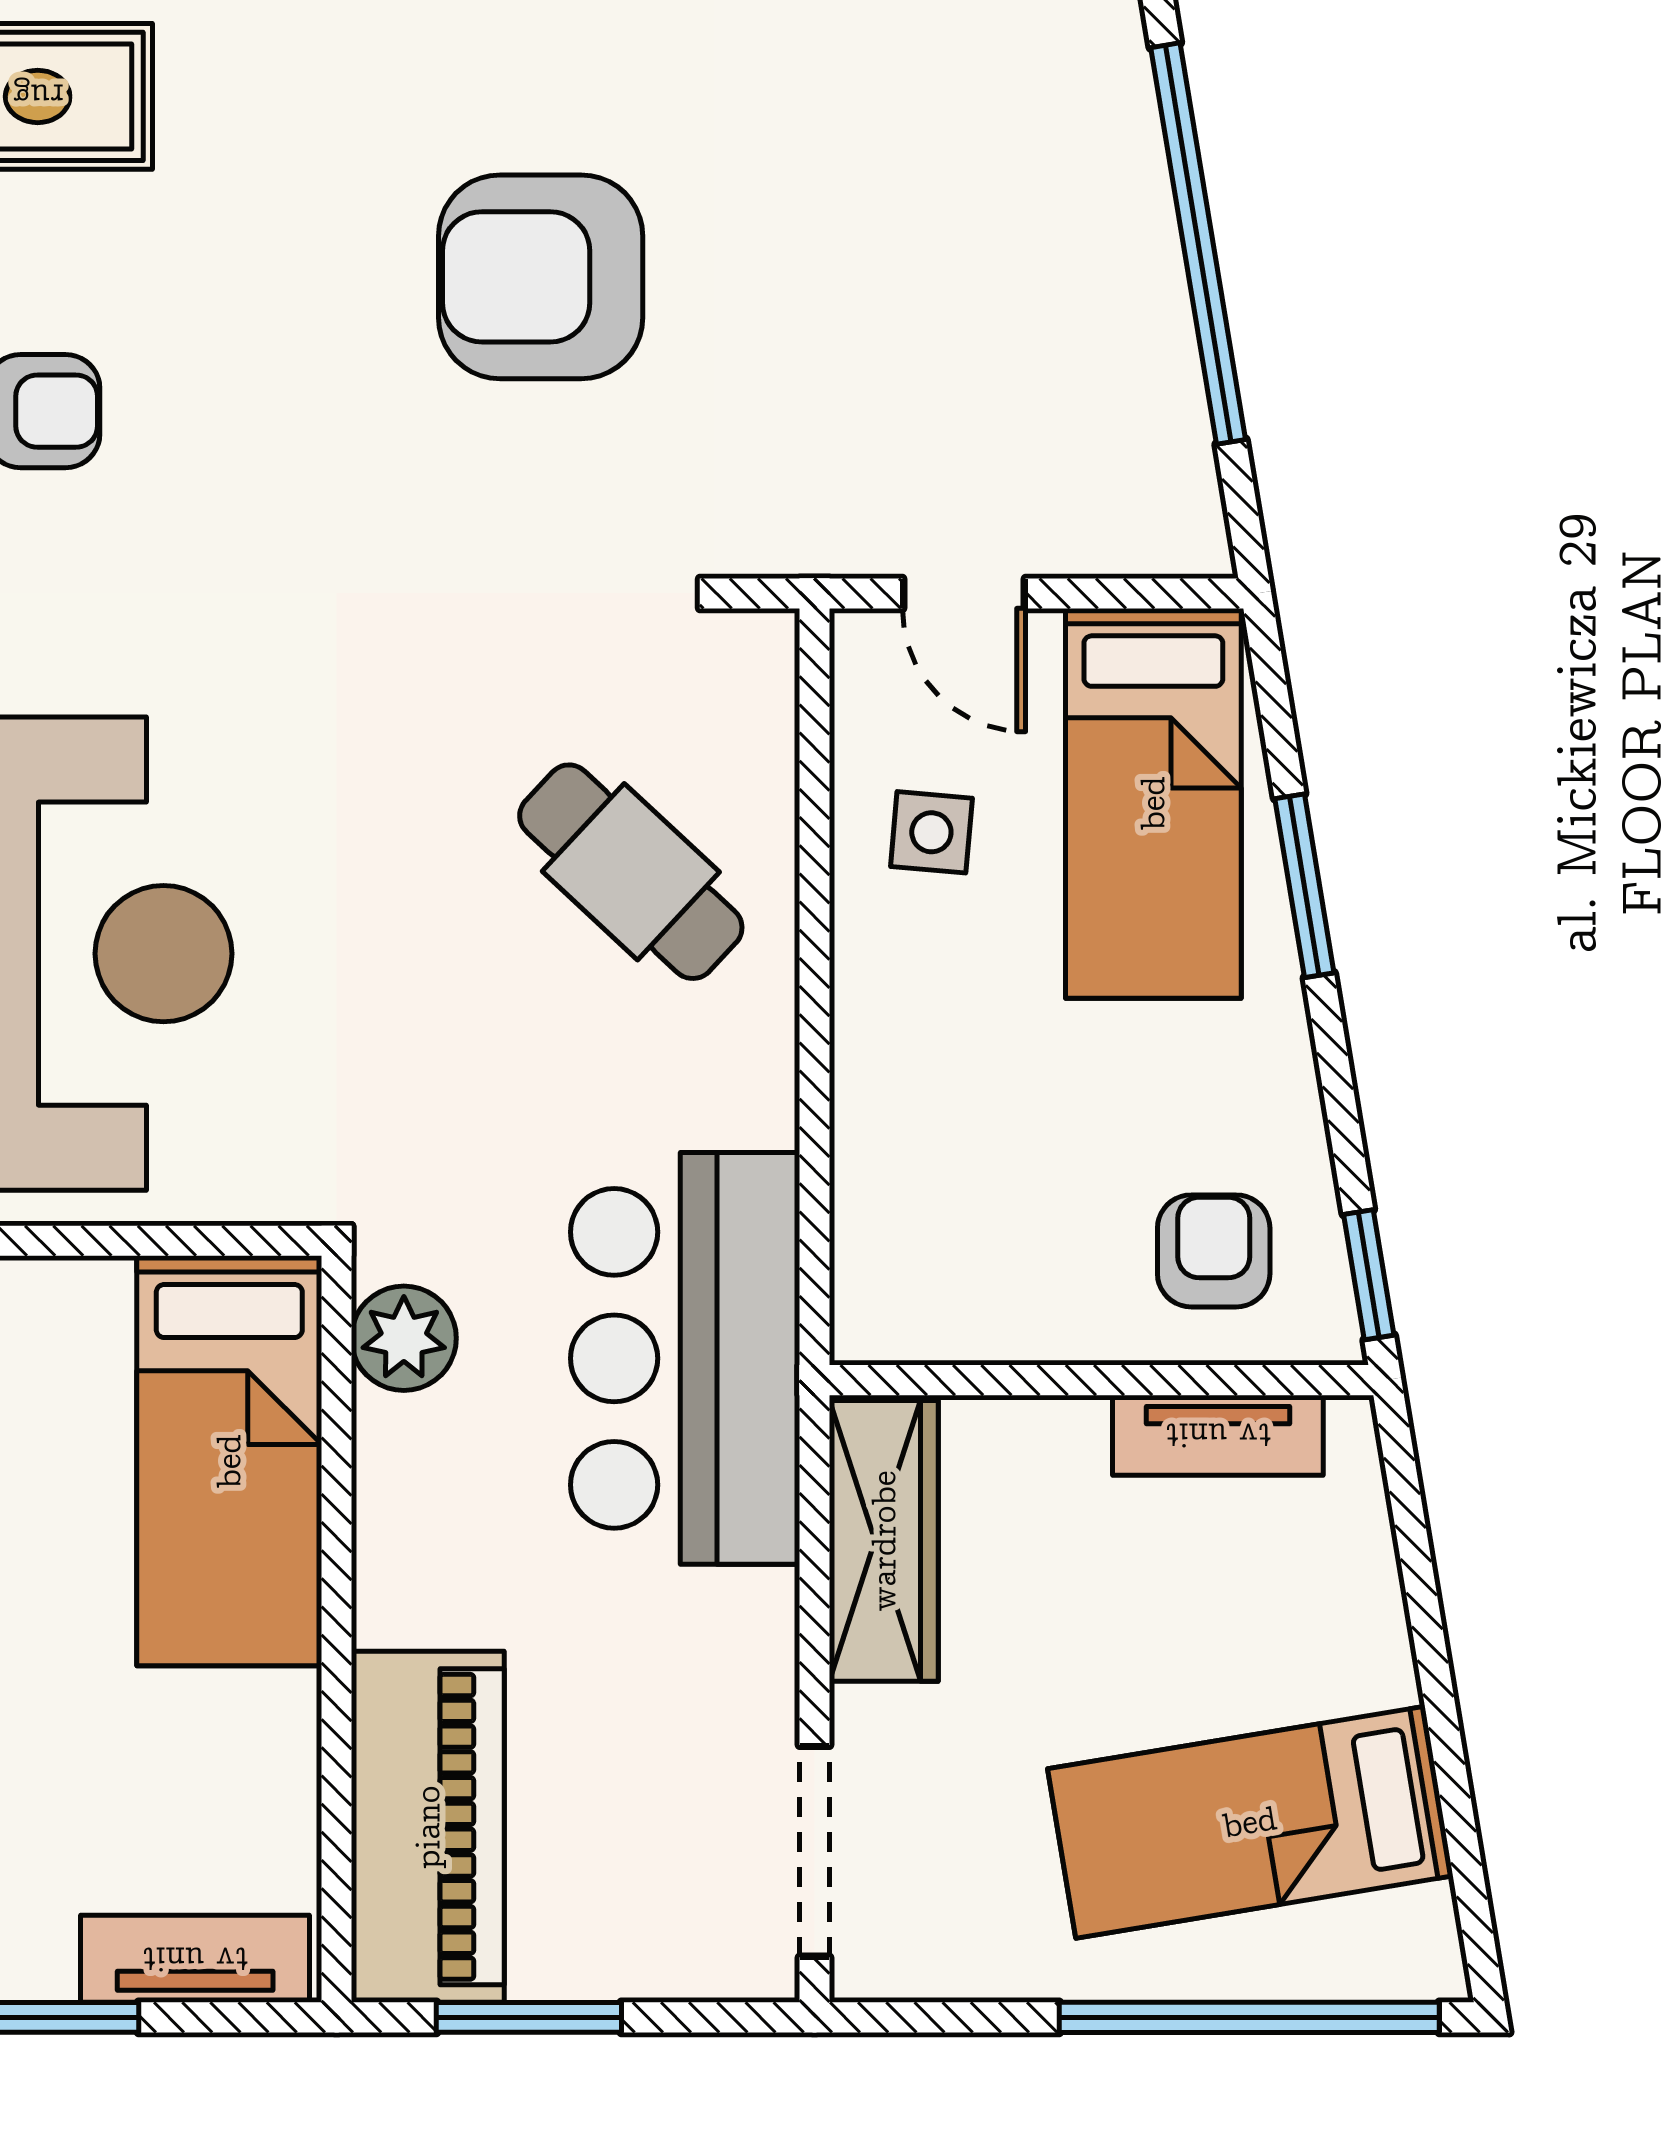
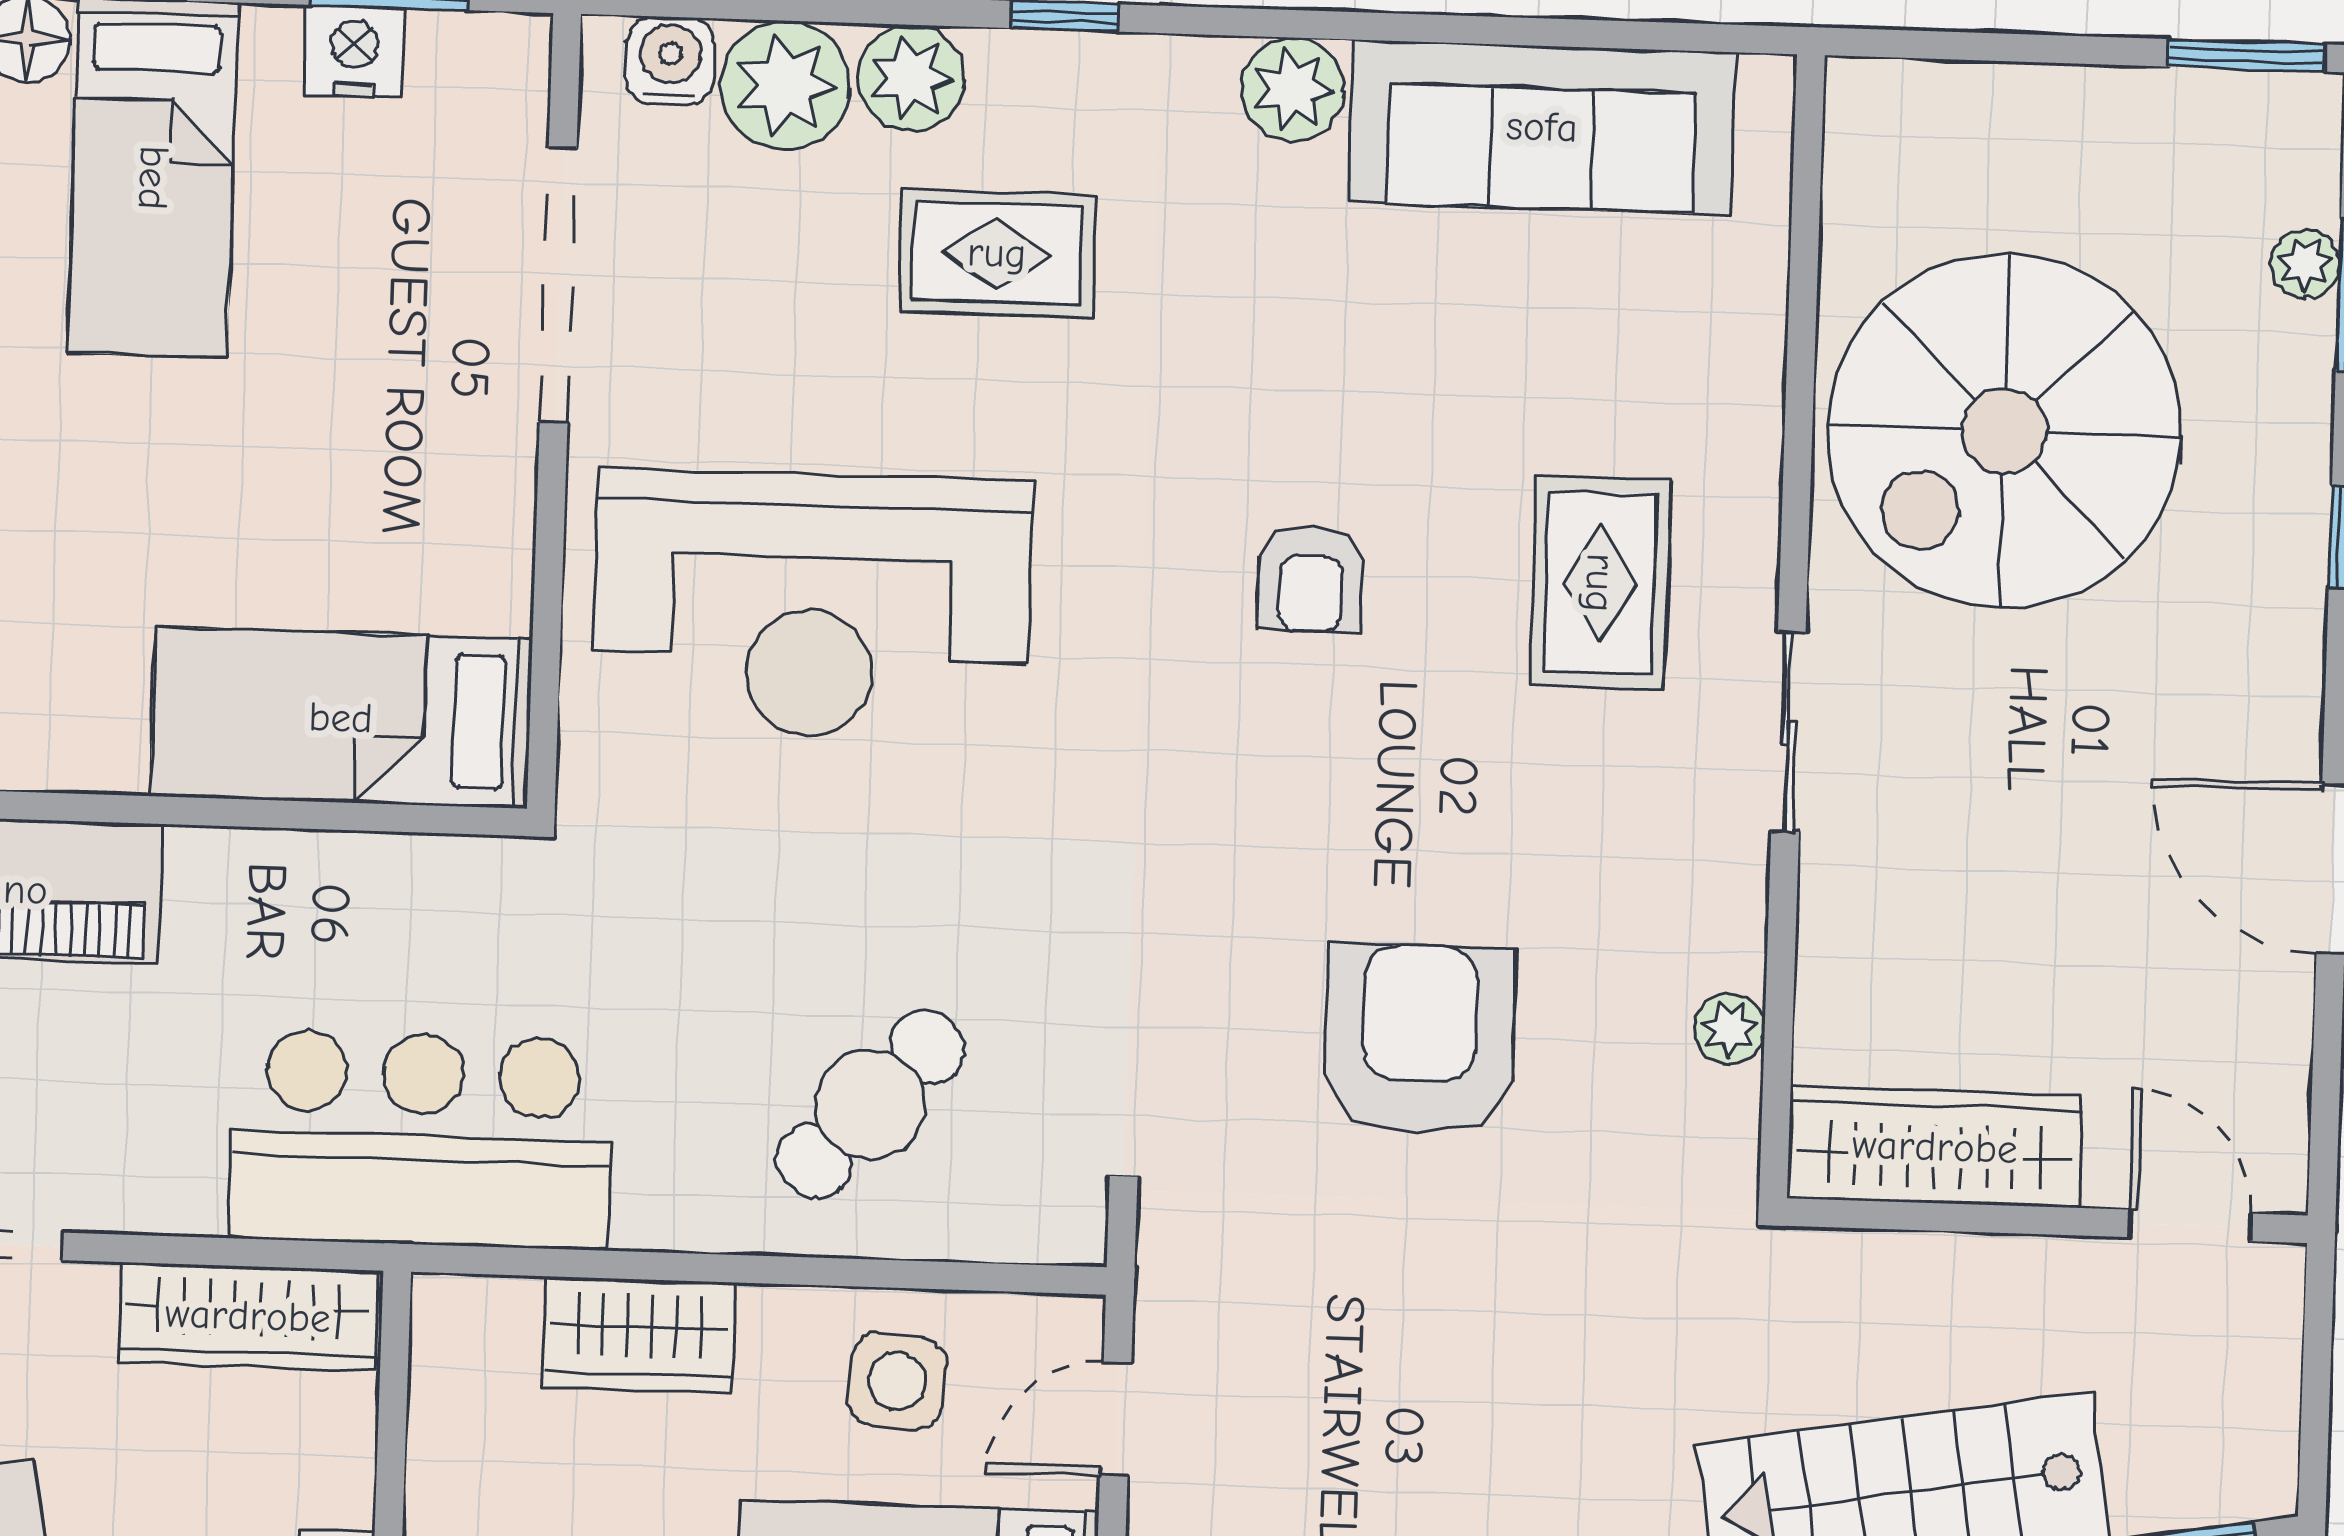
side table: (931, 832) -> (897, 1382), width x1.37, depth x1.37
wardrobe: (890, 1115) -> (639, 1335), added
plant: (404, 1338) -> (449, 882), removed

